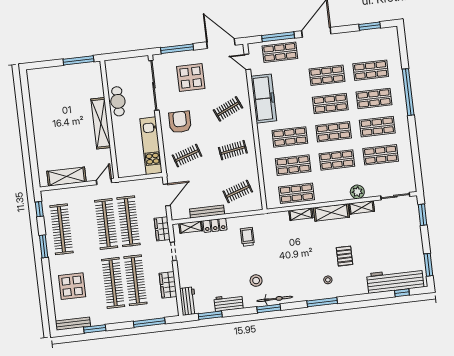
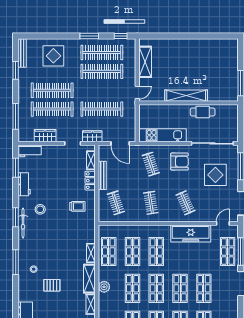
door: (104, 182) -> (137, 93), hinge flipped
plant: (357, 192) -> (104, 287), moved
clothes rail: (106, 224) -> (102, 71), moved

